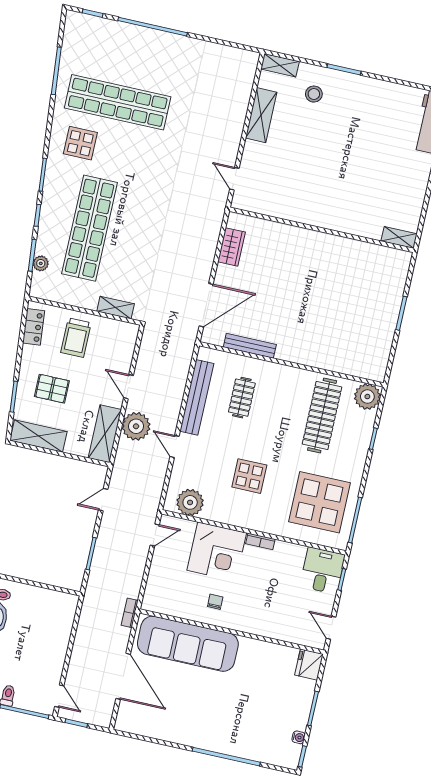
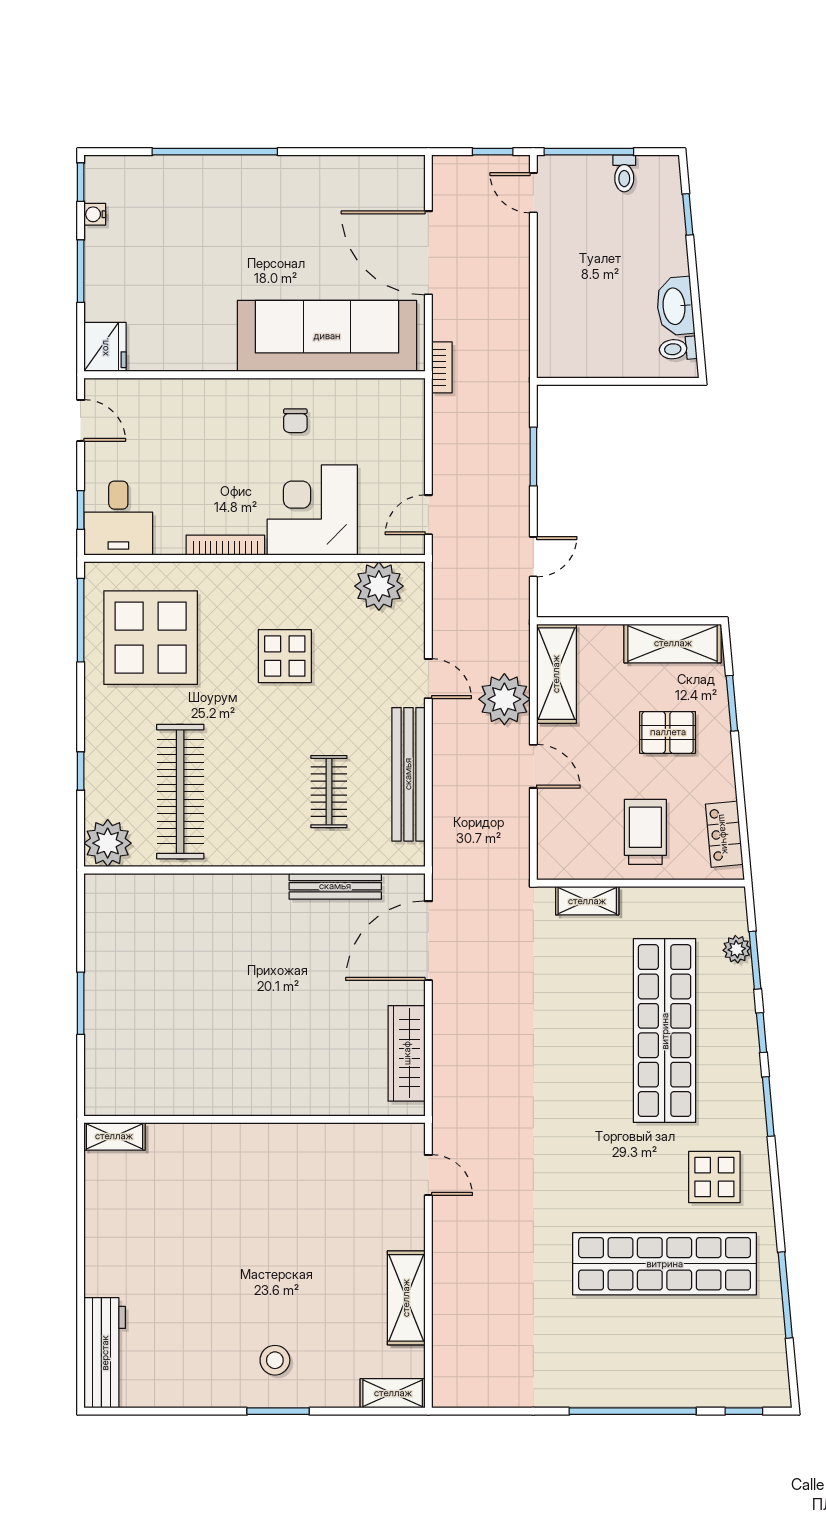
stool: (314, 94) -> (275, 1360), moved
wardrobe: (231, 247) -> (407, 1053), width x1.50
bookcase: (260, 541) -> (225, 545), width x1.56

